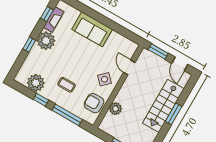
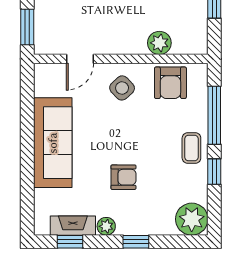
sofa: (92, 29) -> (53, 143), width x1.36
plant: (46, 41) -> (106, 226), width x0.53, depth x0.53
armchair: (63, 56) -> (123, 177), added
plant: (36, 83) -> (192, 219), moved
coffee table: (67, 85) -> (191, 148), moved

